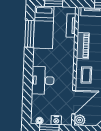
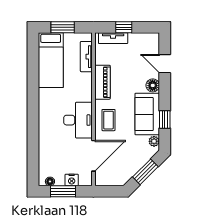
window: (30, 34) -> (33, 69), removed
desk: (43, 80) -> (78, 120), moved, turned 180
plant: (80, 120) -> (102, 179), removed

